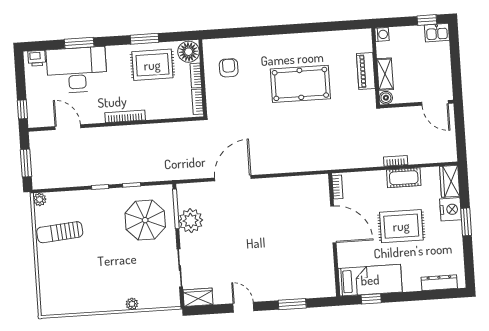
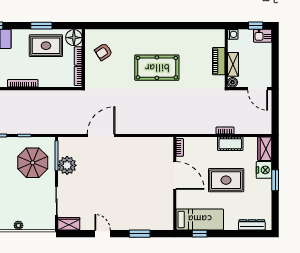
washing machine: (382, 34) -> (233, 34), moved
wall: (376, 66) -> (226, 58), moved
armchair: (229, 68) -> (103, 52), turned -123
piano: (366, 71) -> (219, 61), moved
shelving: (385, 74) -> (233, 64), moved
boiler: (386, 98) -> (233, 82), moved

